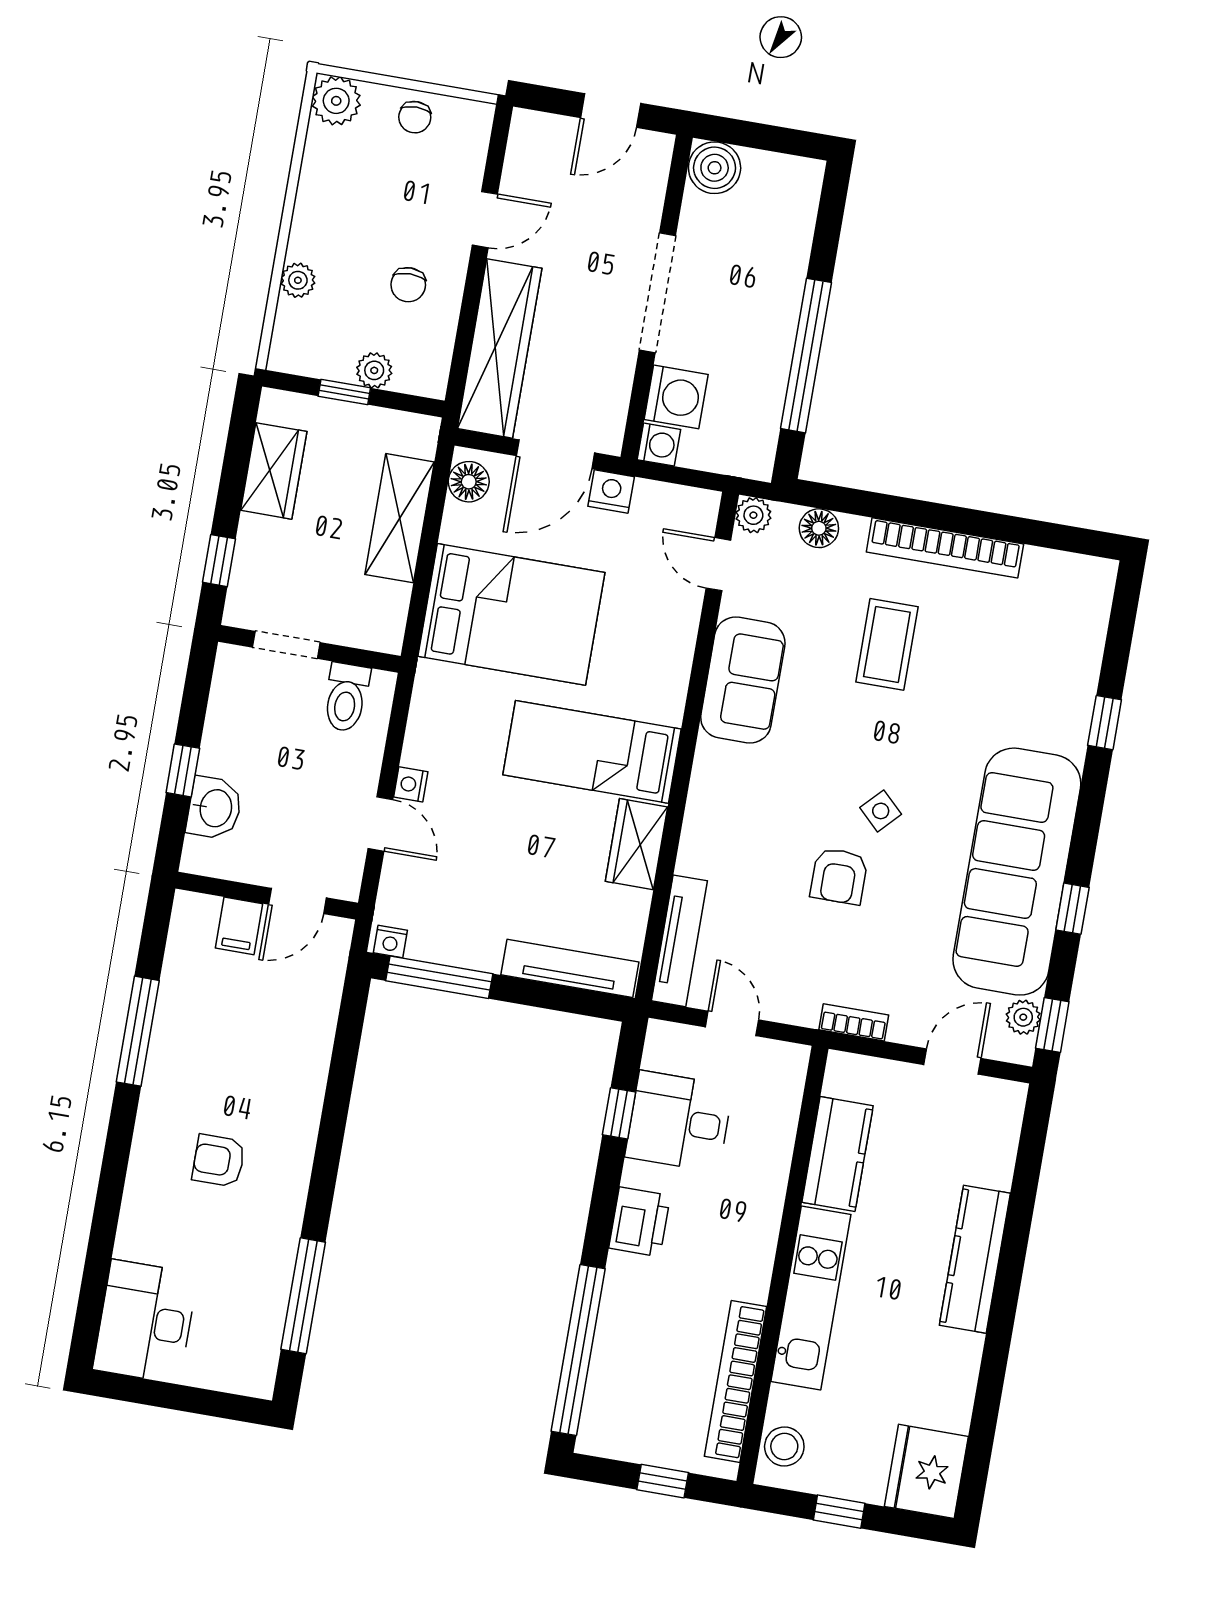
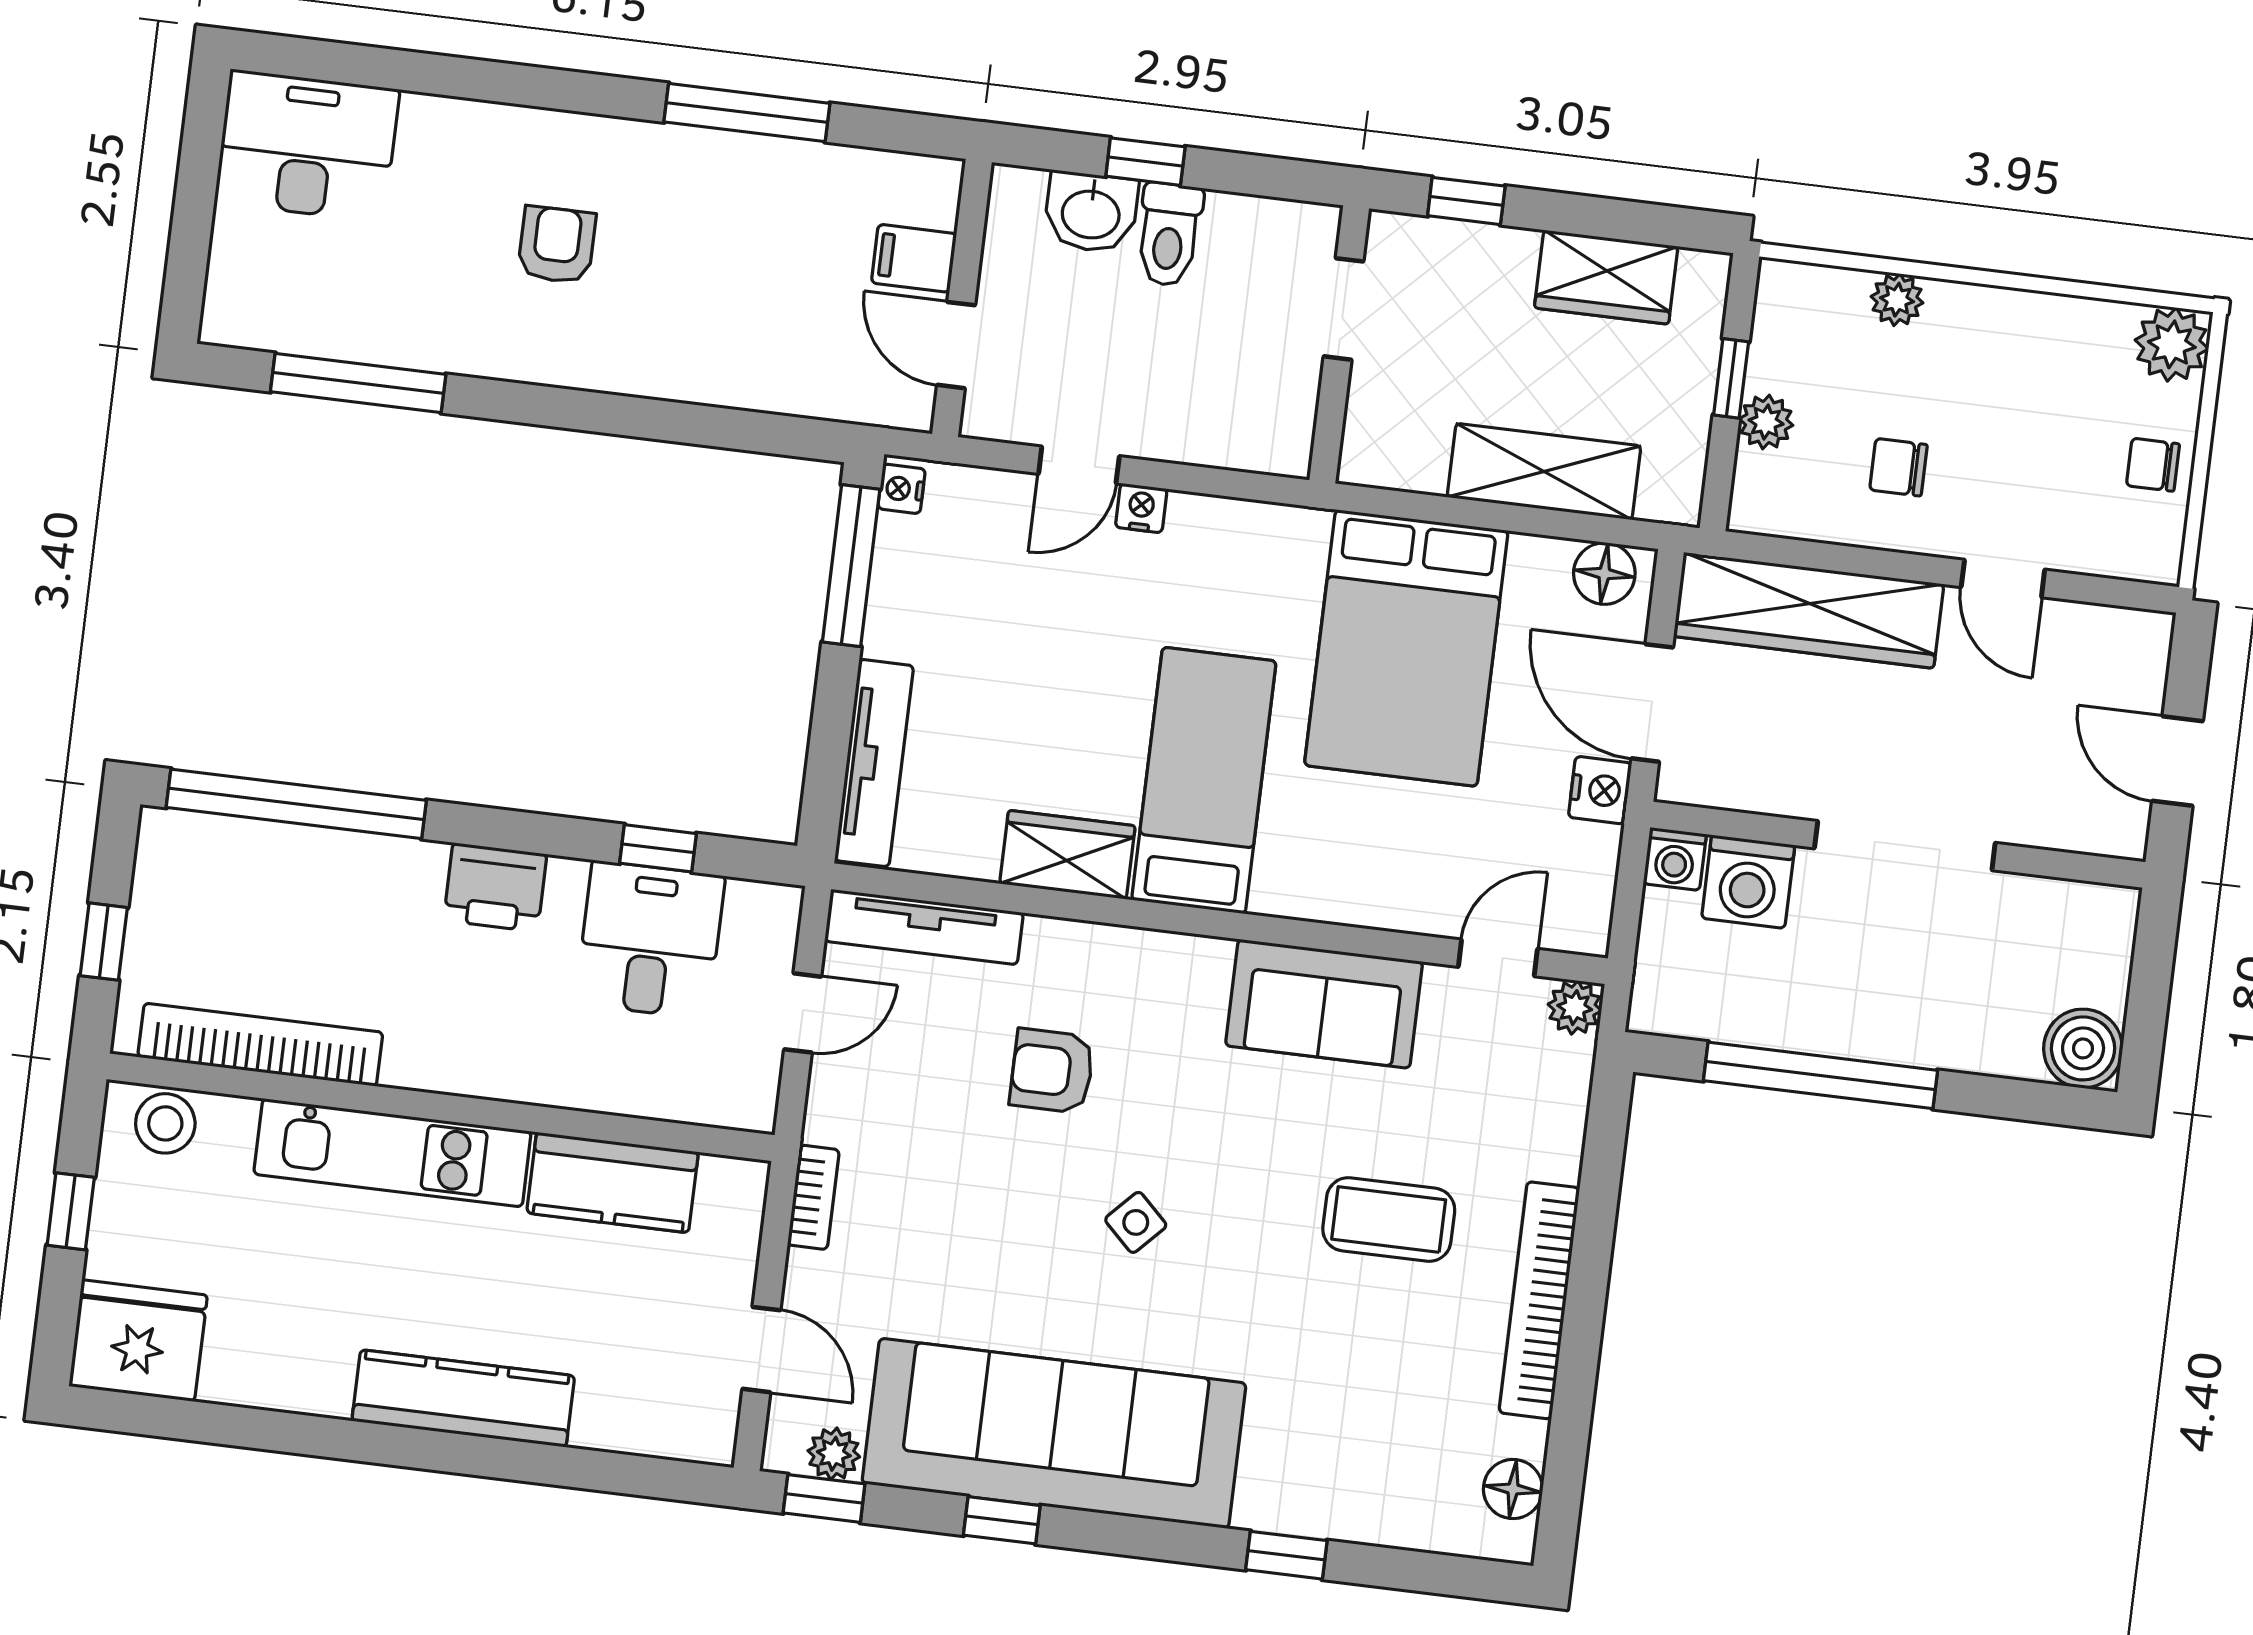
boiler: (715, 168) -> (2083, 1048), moved
floor lamp: (819, 528) -> (1513, 1489), moved
toilet: (346, 697) -> (1169, 235), moved, turned -90
armchair: (839, 876) -> (1052, 1071), moved

